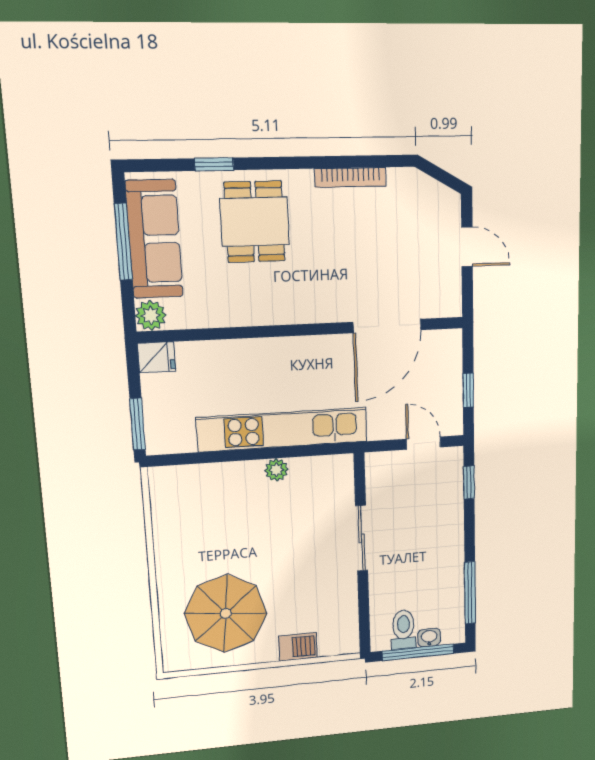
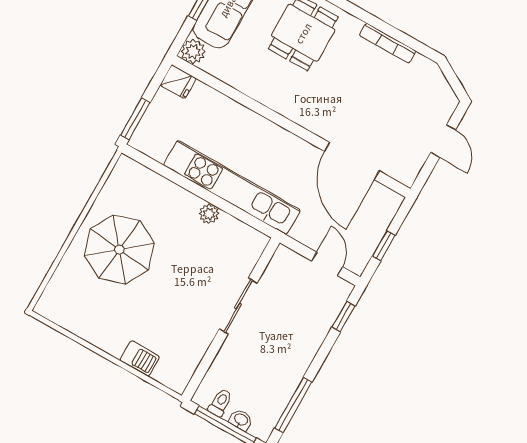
door: (387, 326) -> (352, 161), hinge flipped
parasol: (226, 613) -> (119, 250), moved
toilet: (404, 630) -> (220, 403), width x0.73, depth x0.72

